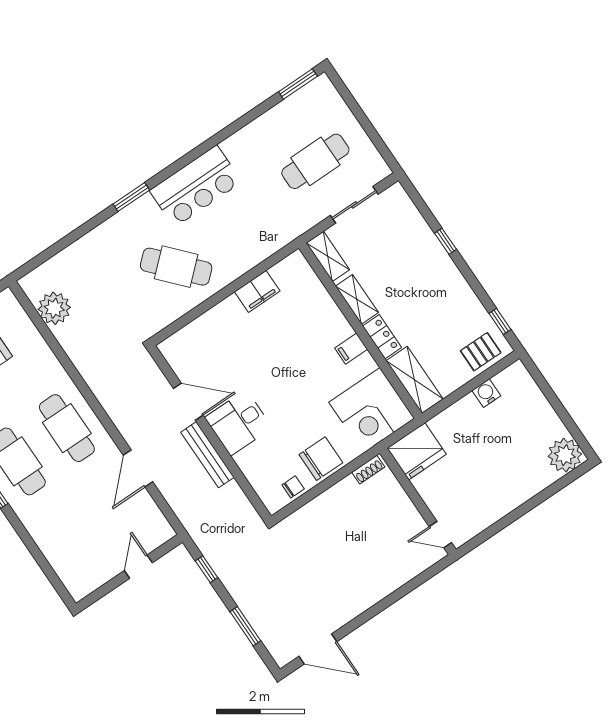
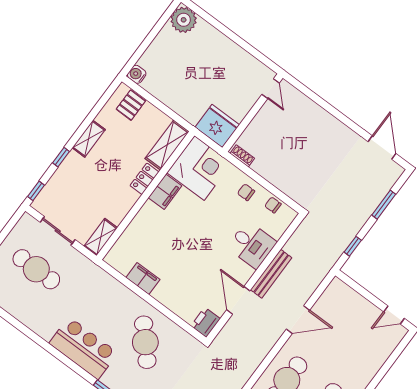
shelving: (357, 299) -> (89, 139), moved
window: (500, 321) -> (36, 191), moved
filing cabinet: (351, 349) -> (165, 192), width x2.00
printer: (175, 351) -> (206, 322), added
pallet: (481, 352) -> (131, 105), turned 90
water cooler: (486, 393) -> (137, 74), moved, turned 90
desk: (238, 423) -> (252, 245), moved
chair: (321, 459) -> (246, 192), width x0.54, depth x0.54
door: (138, 567) -> (394, 315), moved

